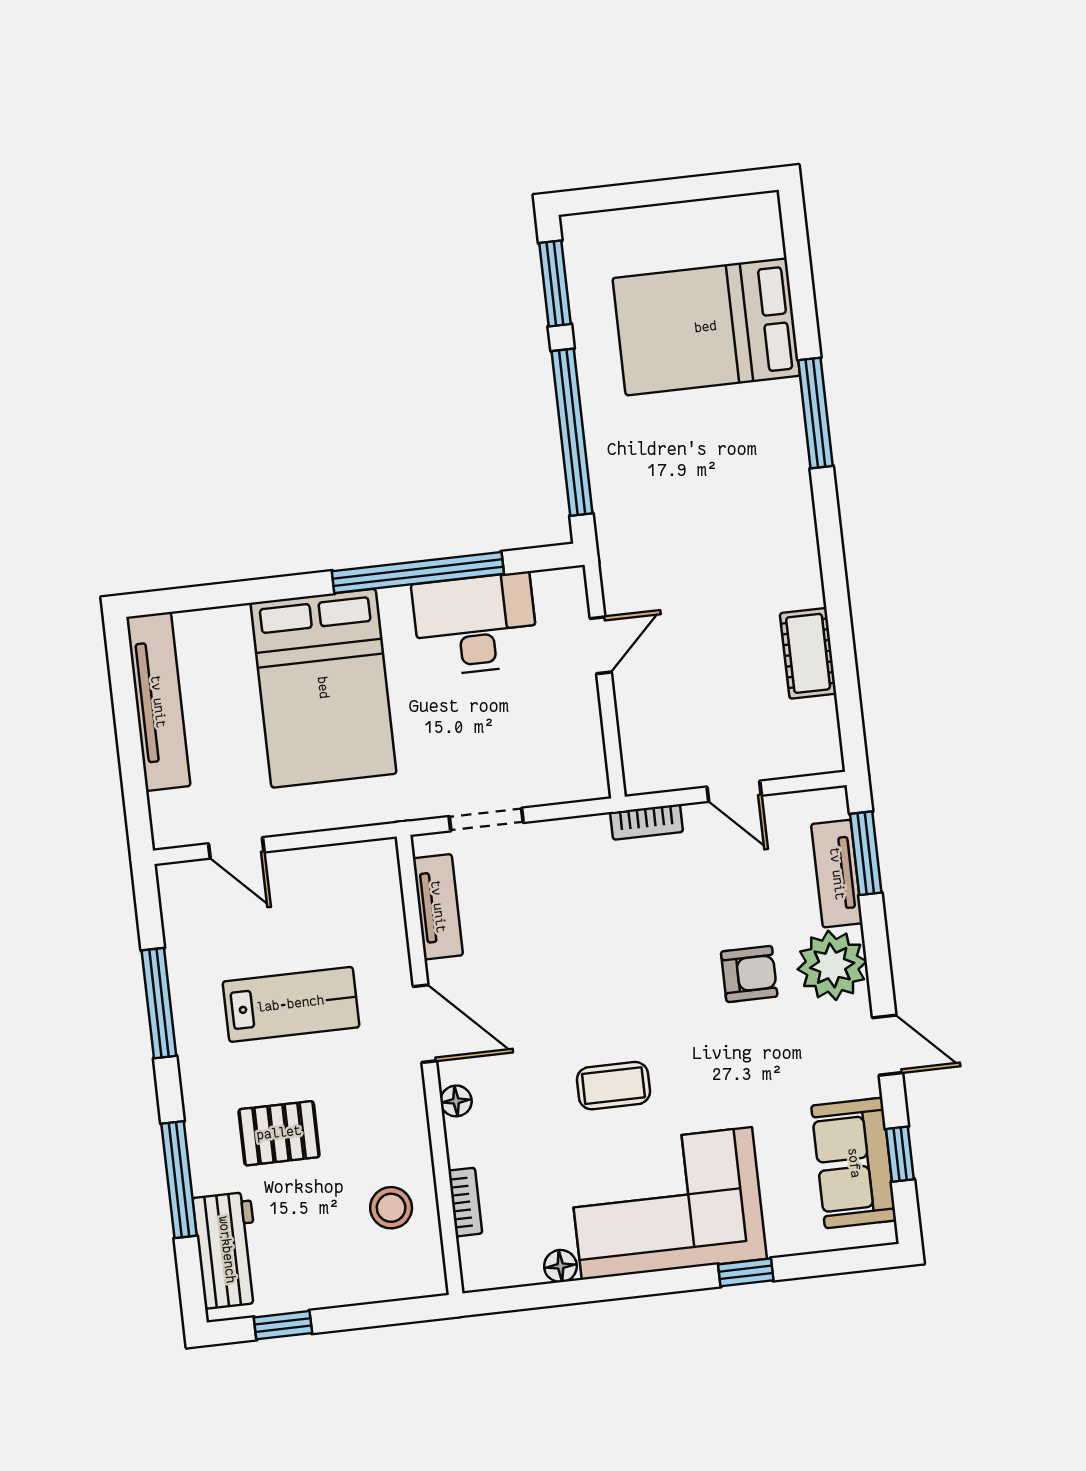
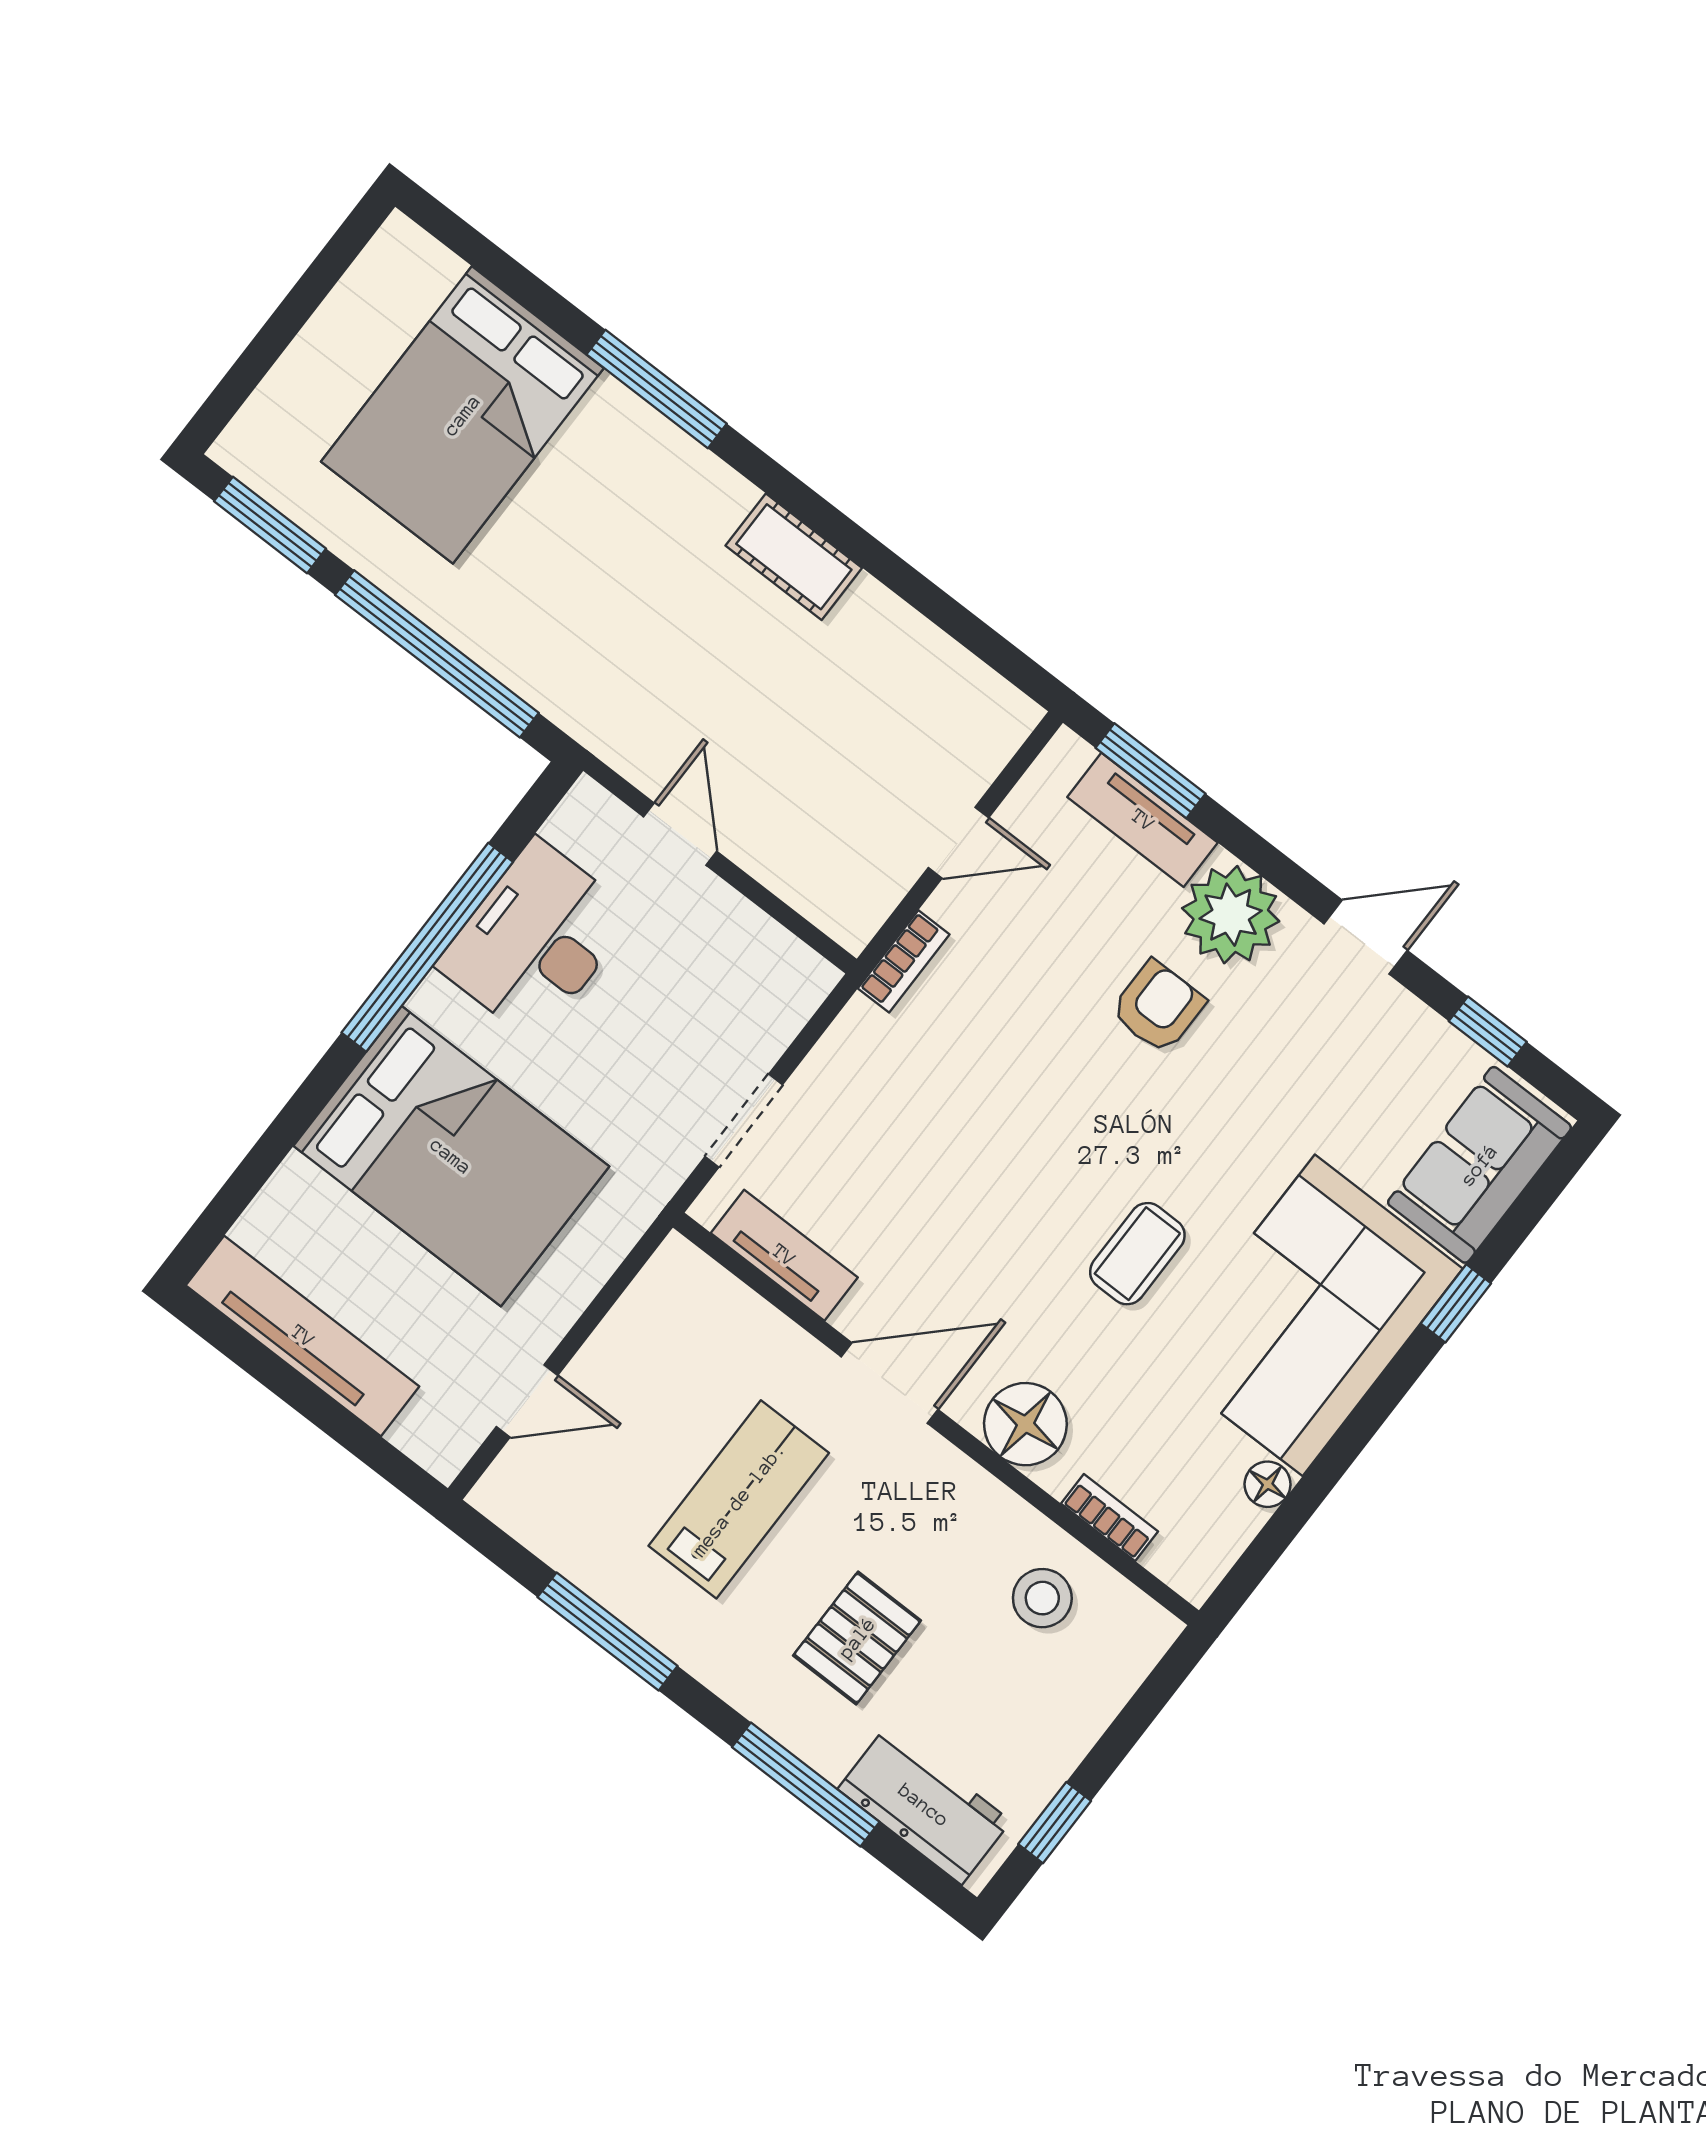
cot: (808, 653) -> (794, 557), moved
floor lamp: (456, 1101) -> (1025, 1424), width x1.89, depth x1.89
sofa: (854, 1163) -> (1479, 1165), moved, turned 90

